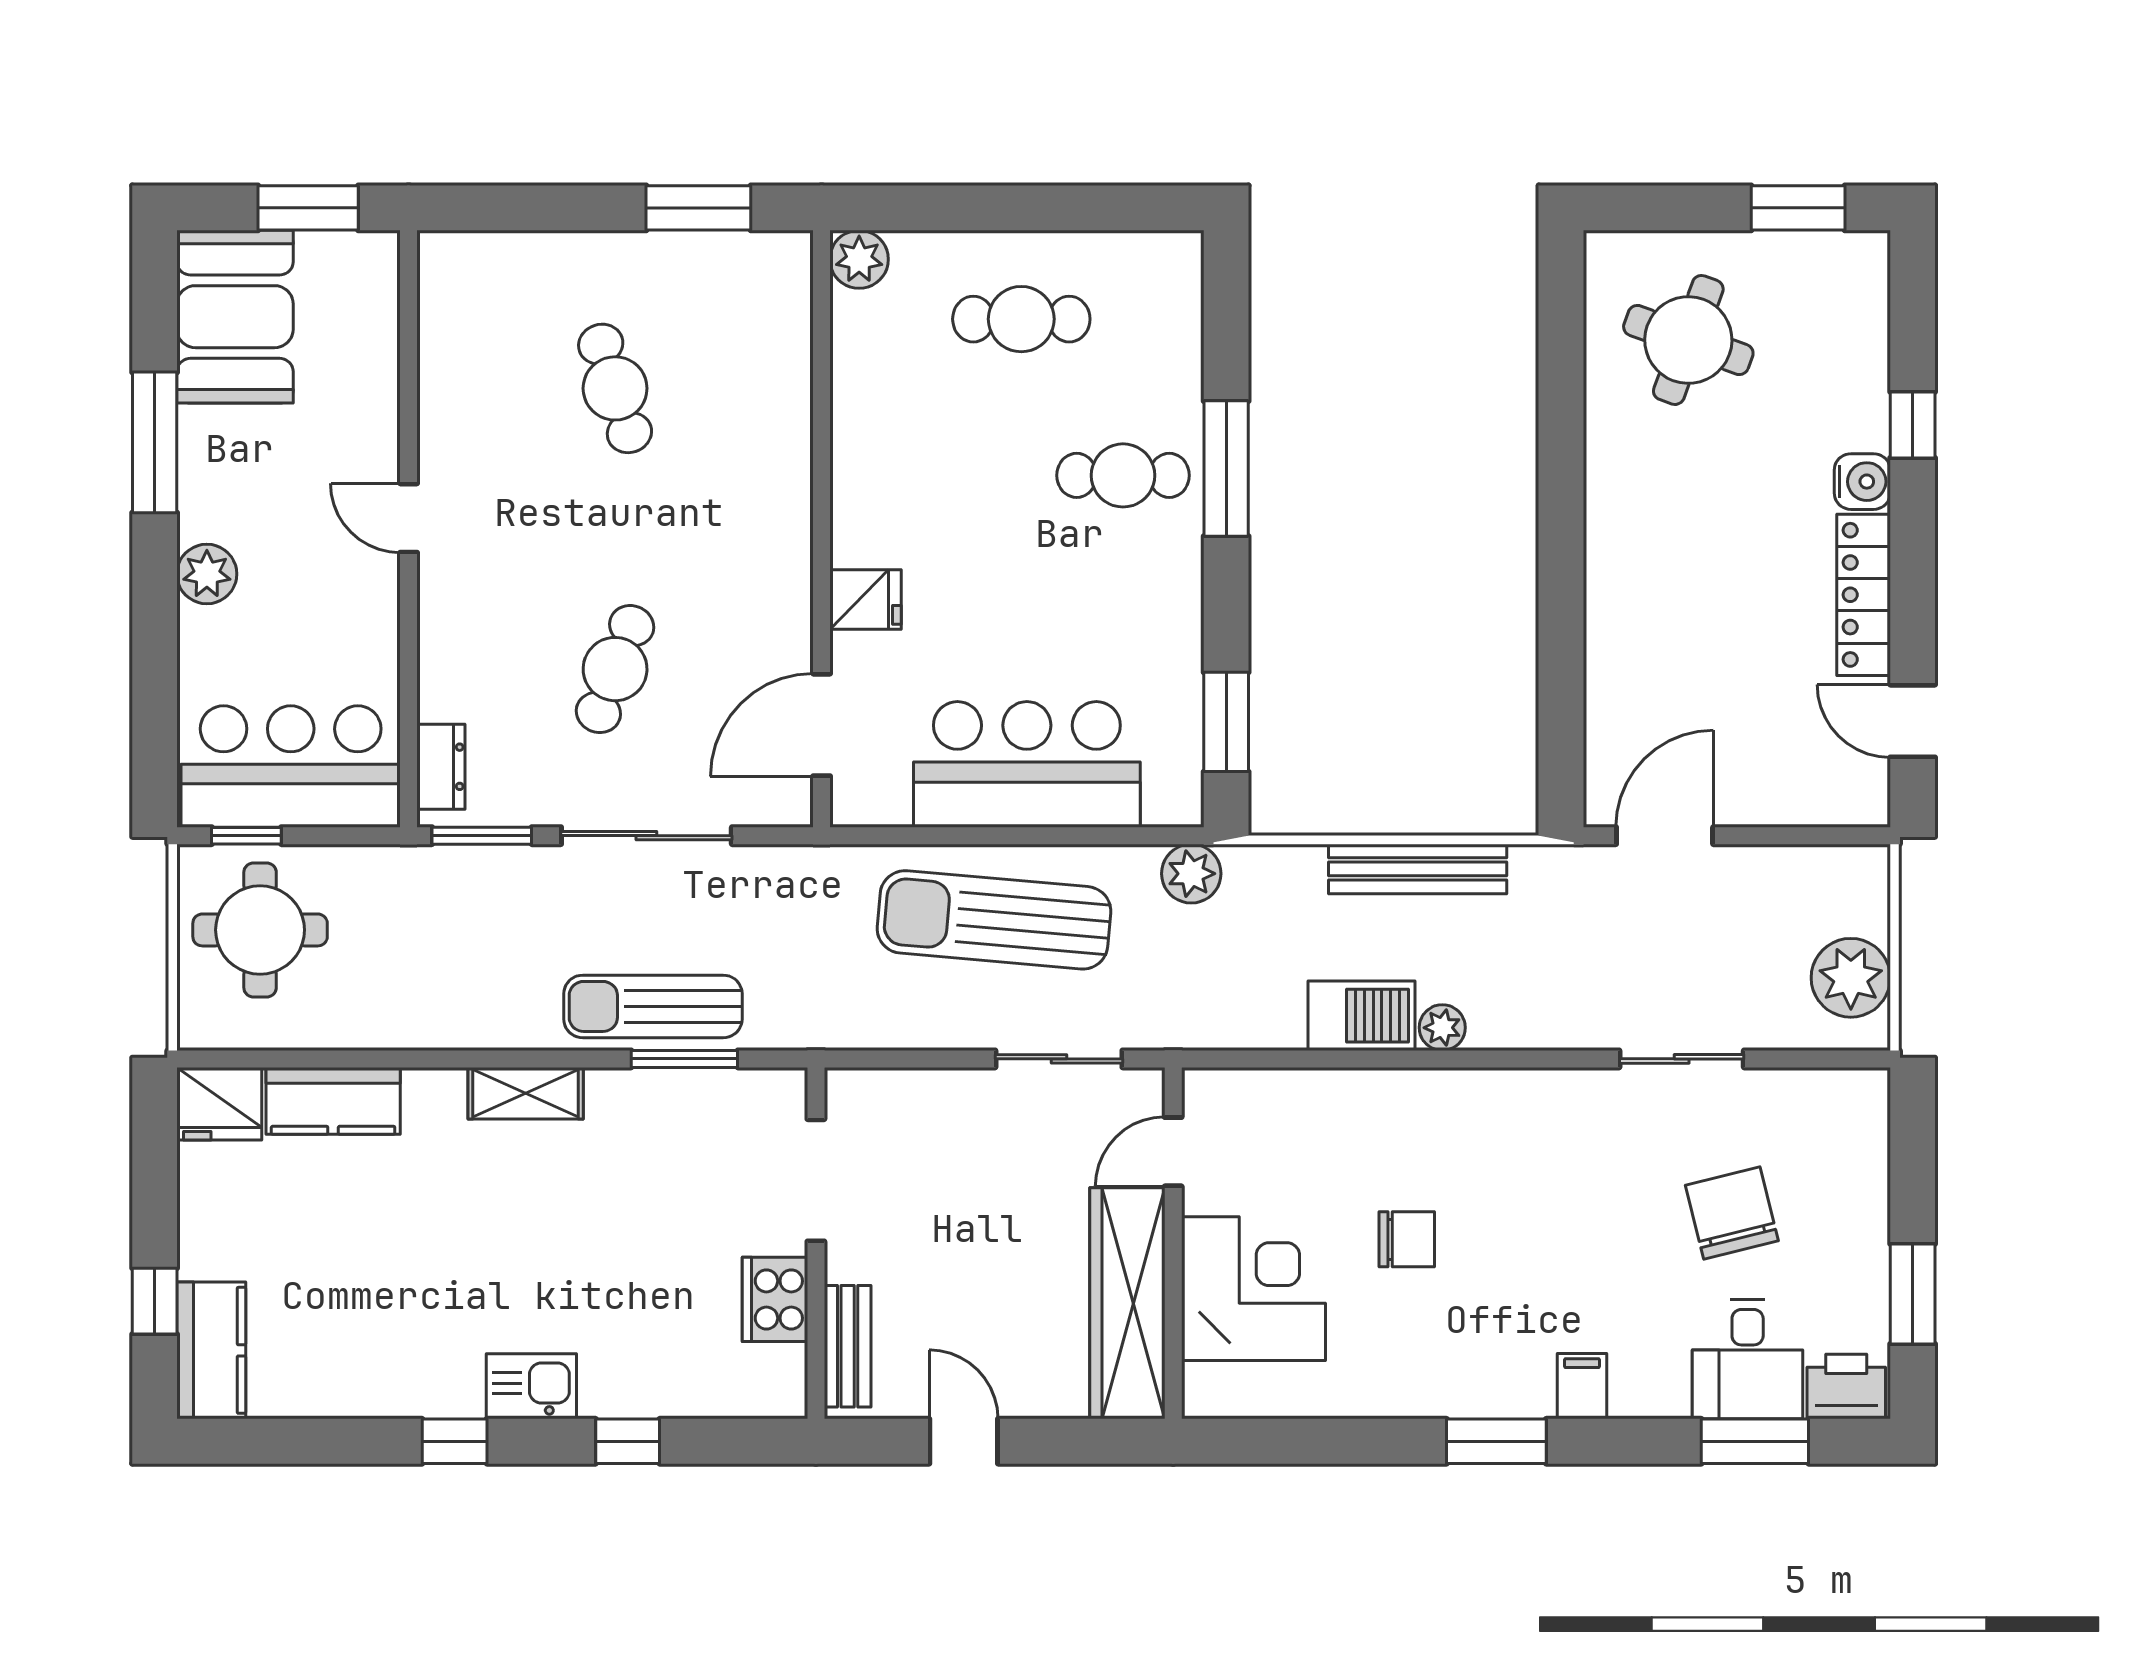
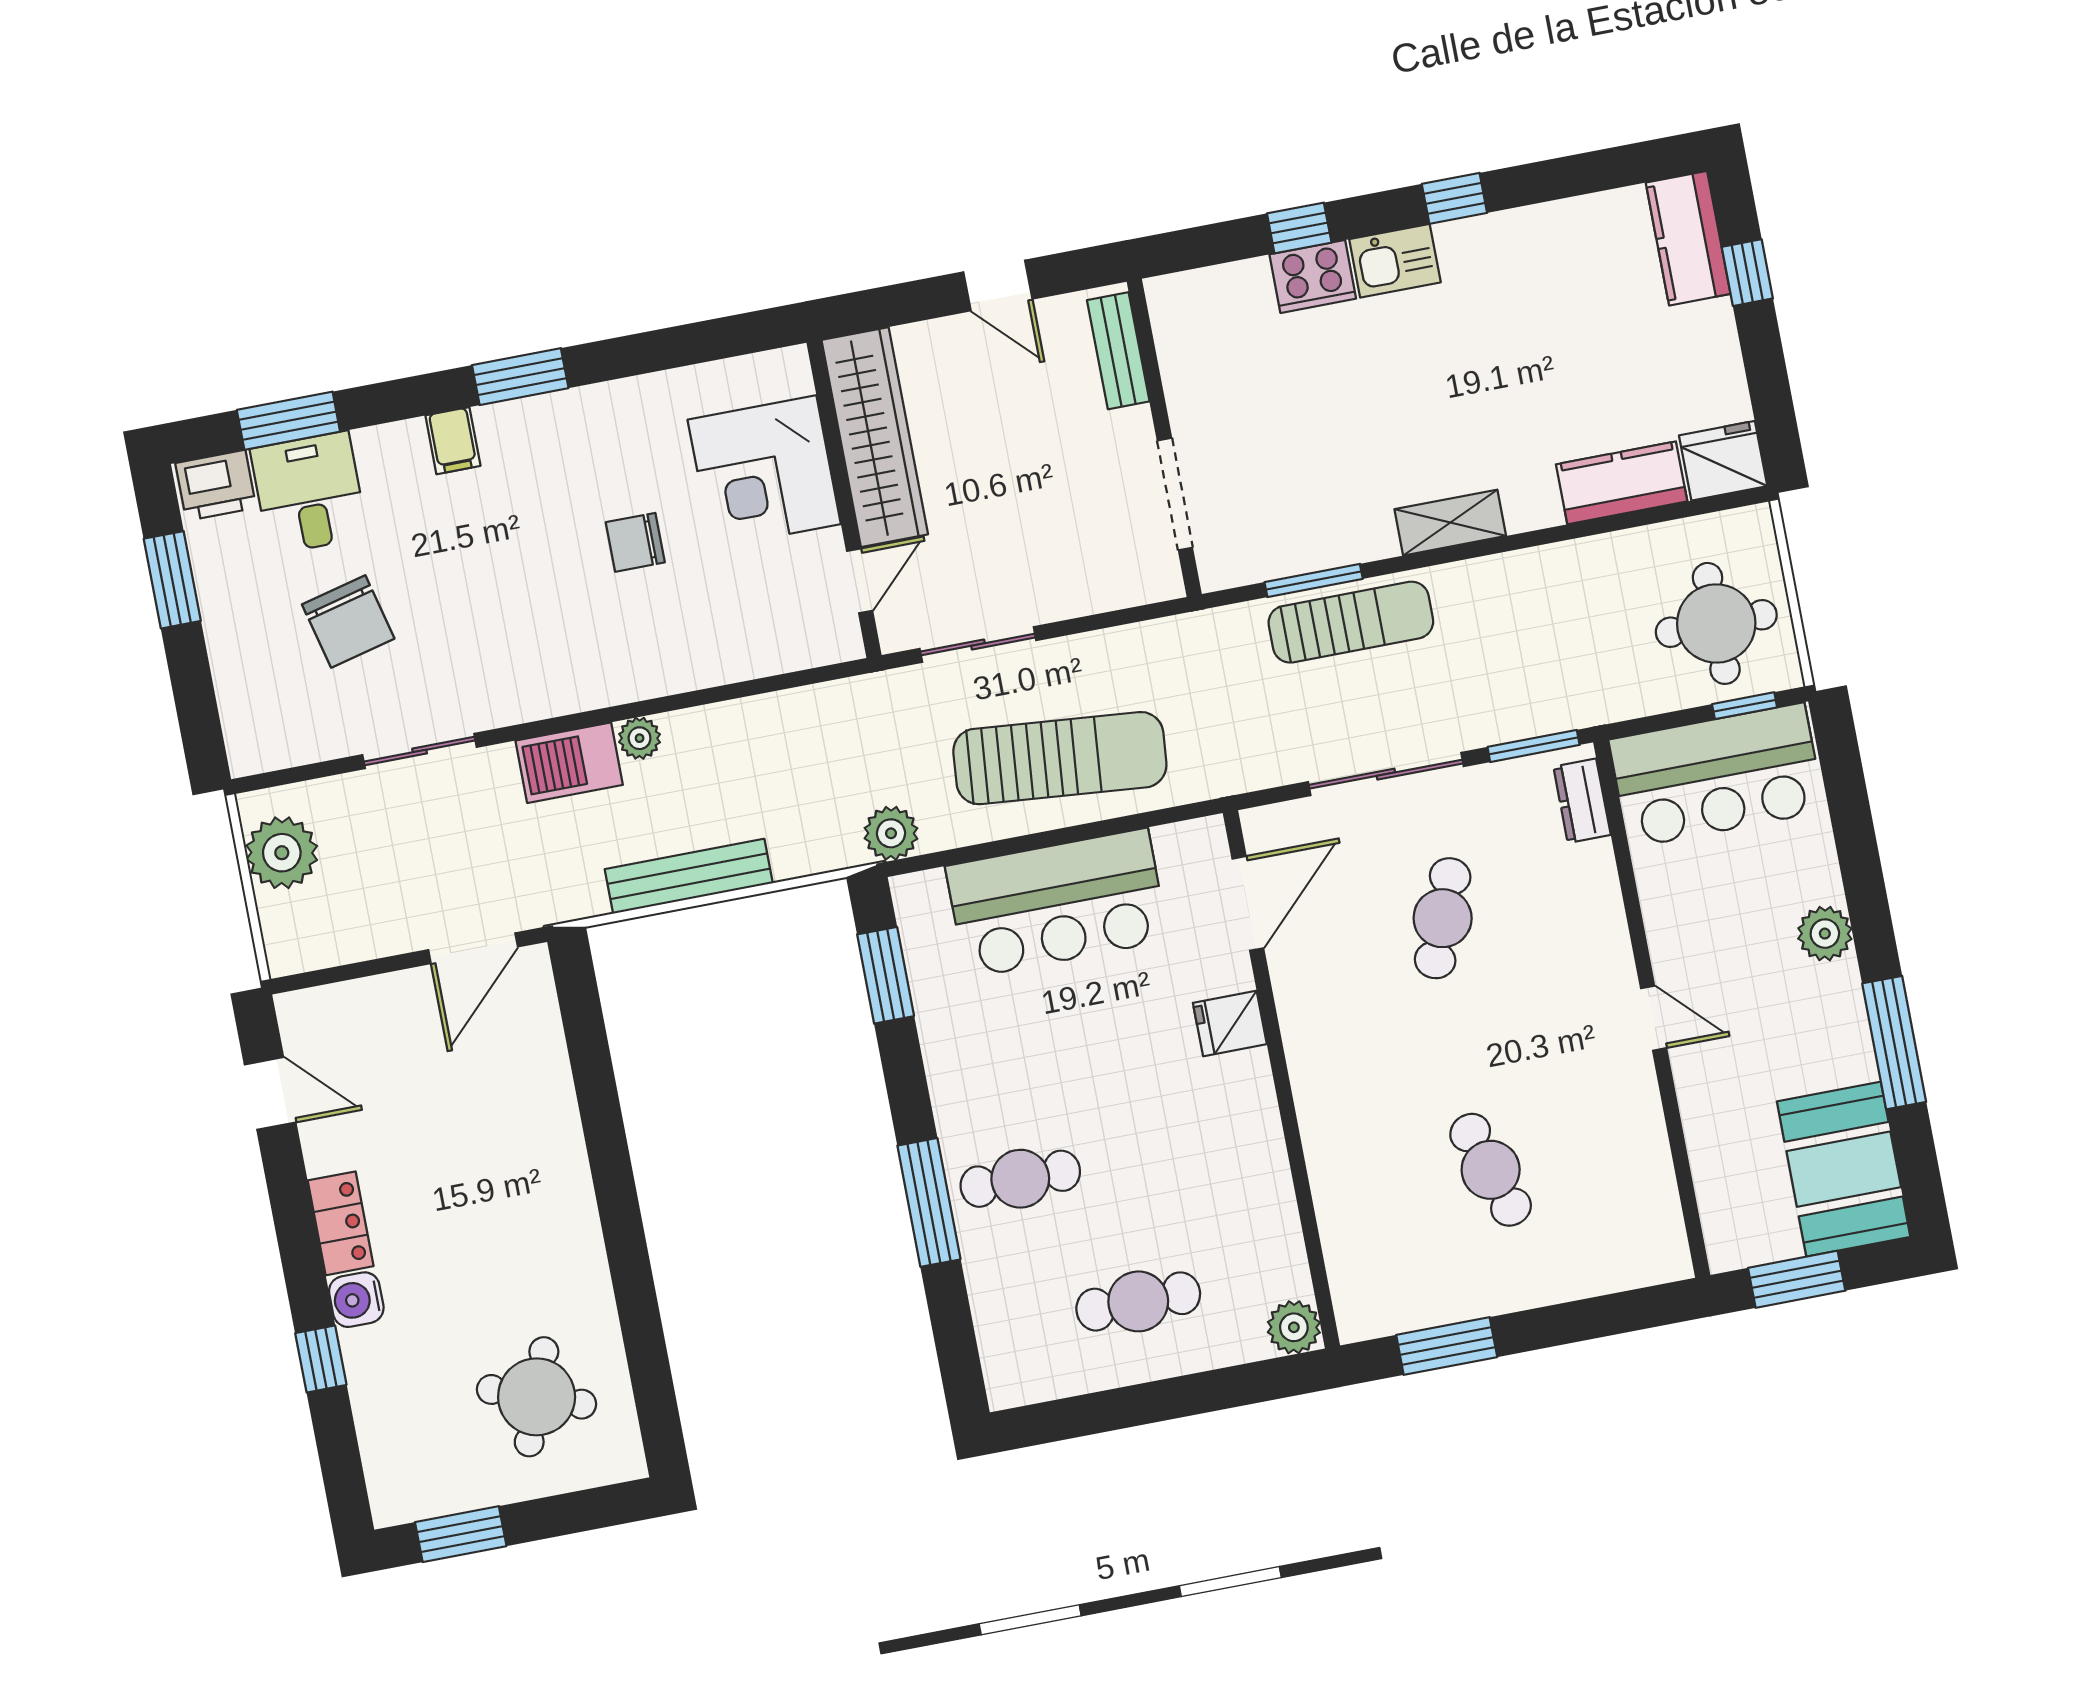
locker: (1864, 595) -> (341, 1223), width x0.66
barbecue: (1361, 1016) -> (569, 763), moved
cooker: (775, 1299) -> (1313, 276), moved, turned 90

